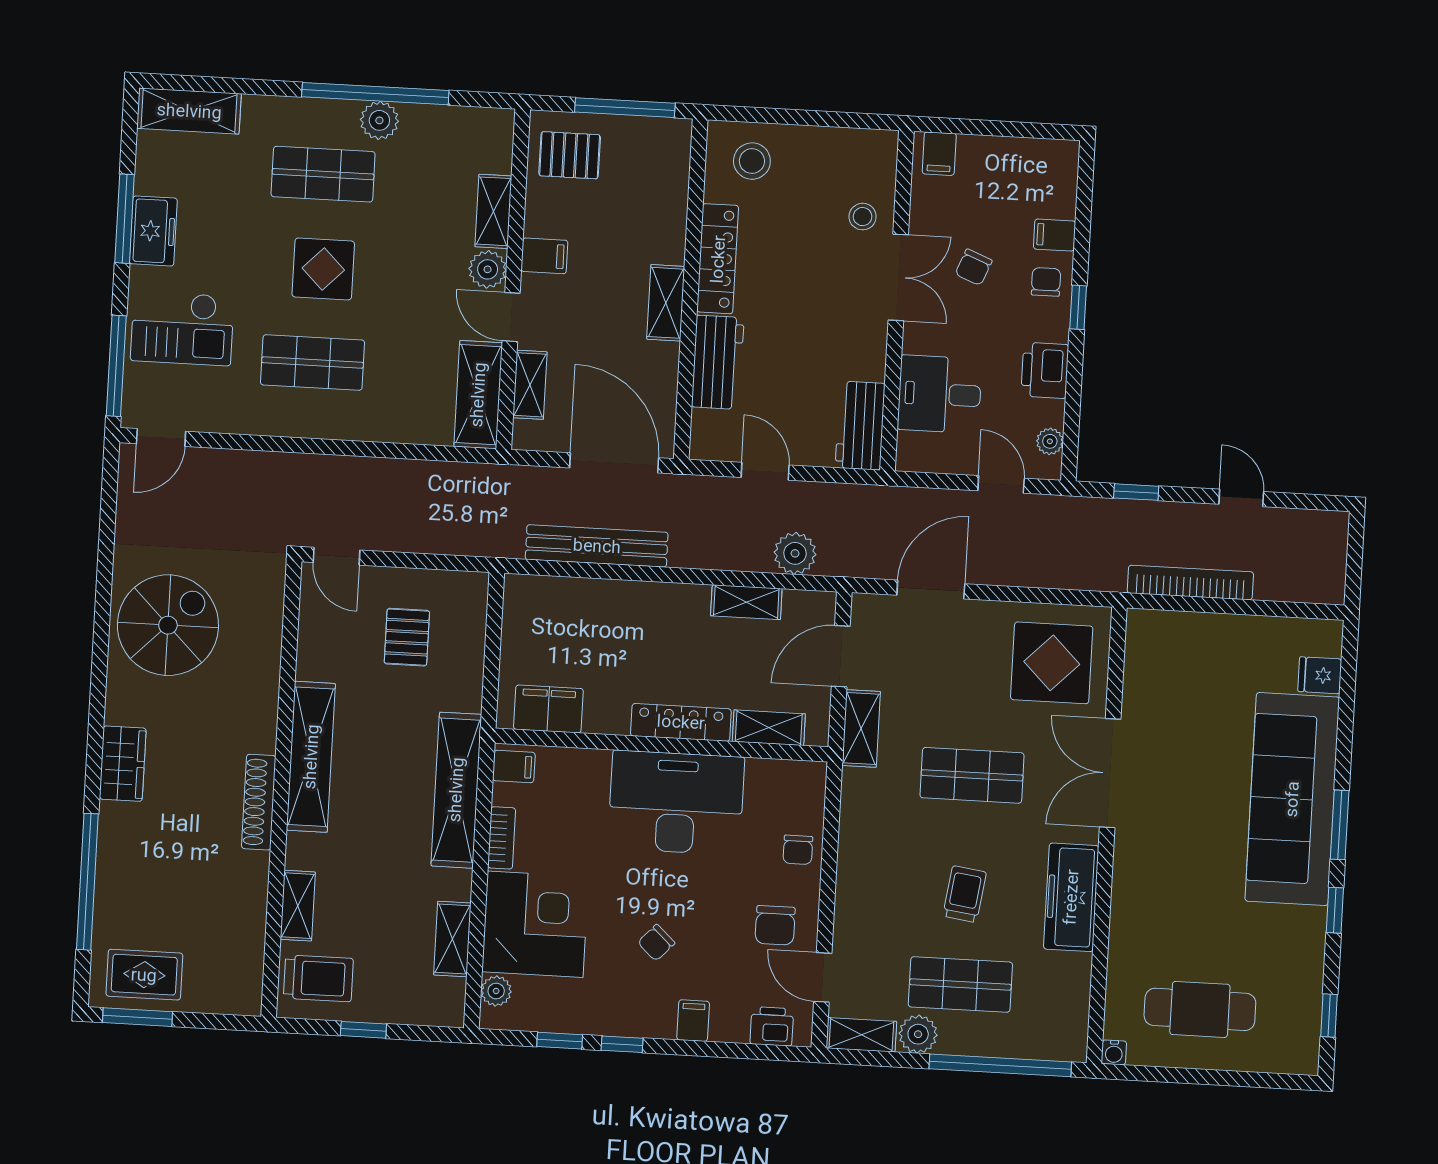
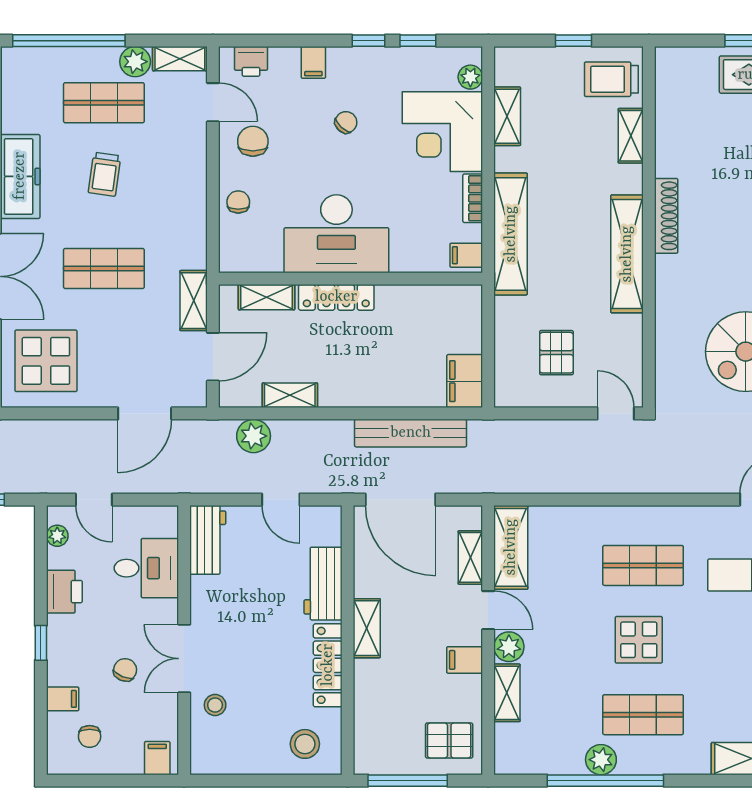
chair: (1046, 282) -> (90, 736), moved
filing cabinet: (548, 709) -> (465, 381), moved, turned 90

